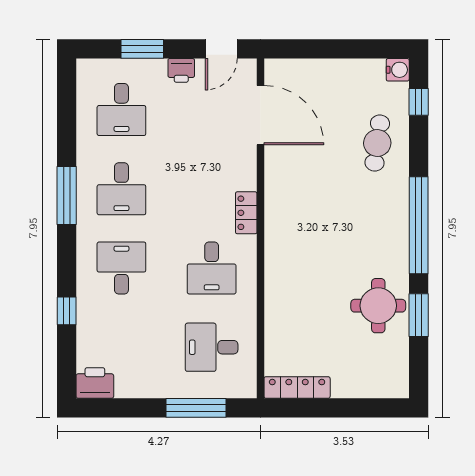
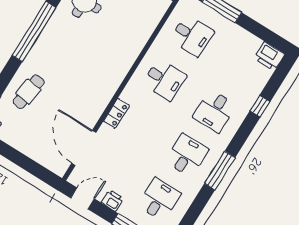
locker: (246, 213) -> (116, 113), moved
desk: (212, 268) -> (164, 80), turned 90

